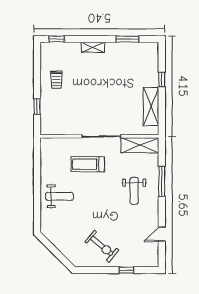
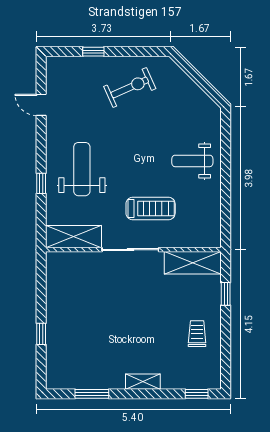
shelving: (151, 107) -> (193, 263), moved, turned 90
window: (162, 181) -> (41, 183), width x0.46
weight bench: (134, 191) -> (82, 169), width x1.36, depth x1.33
door: (162, 234) -> (41, 105), swing flipped
exercise bike: (102, 246) -> (130, 87), turned 116

